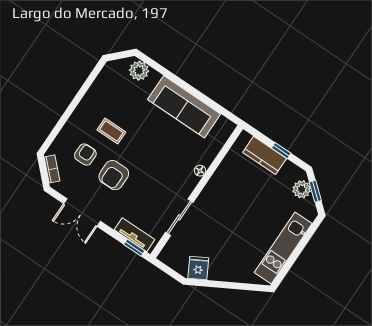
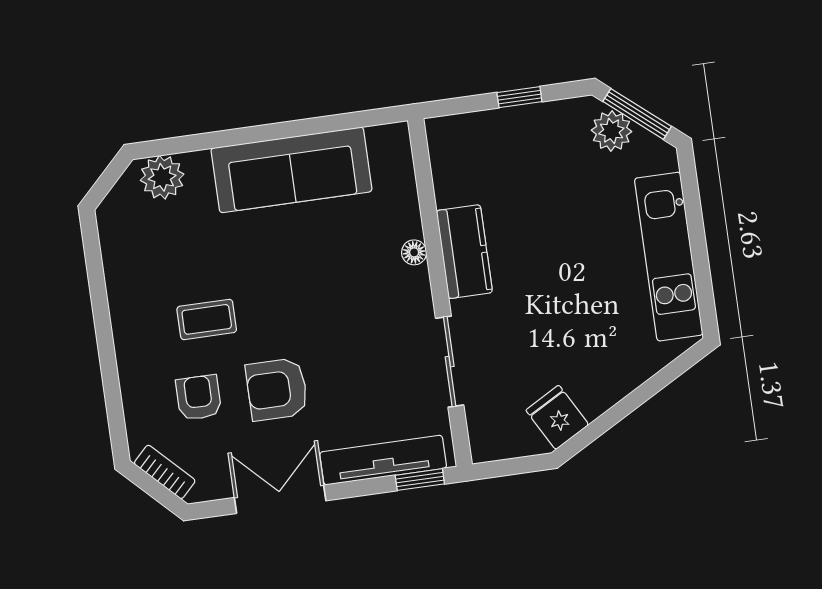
kitchen counter: (265, 155) -> (464, 252), moved, turned -90
armchair: (114, 175) -> (277, 389), turned 90
window: (315, 191) -> (637, 114), width x1.50
double door: (82, 212) -> (280, 499), swing flipped
tv unit: (134, 235) -> (383, 460), width x1.41

